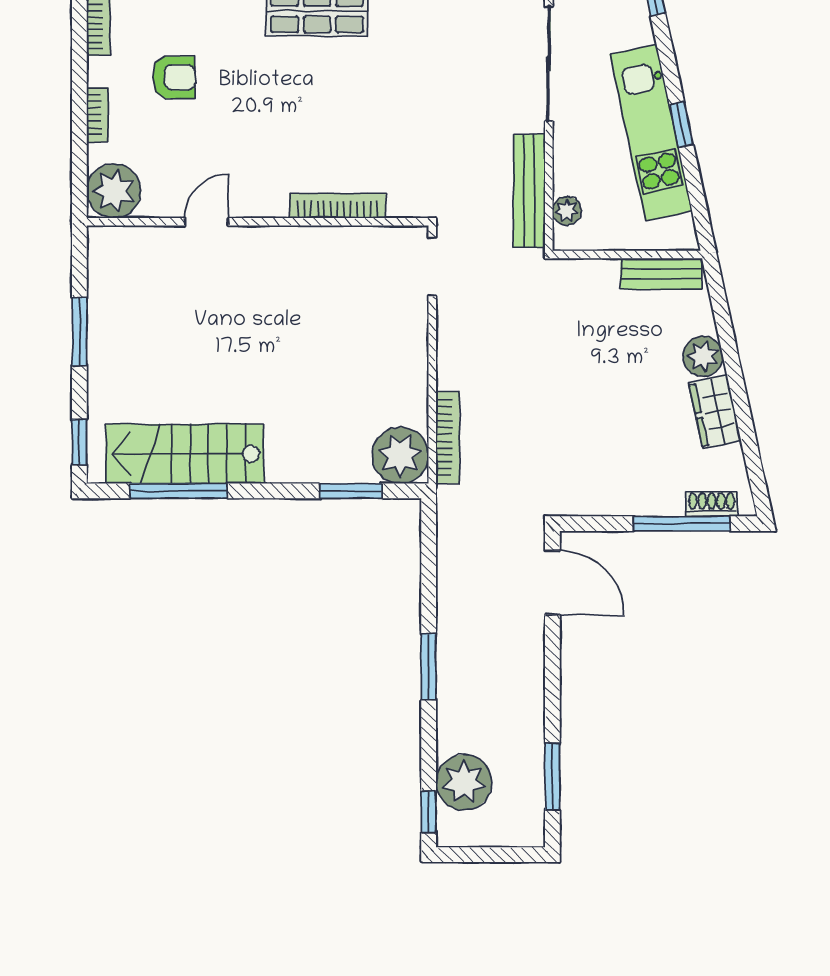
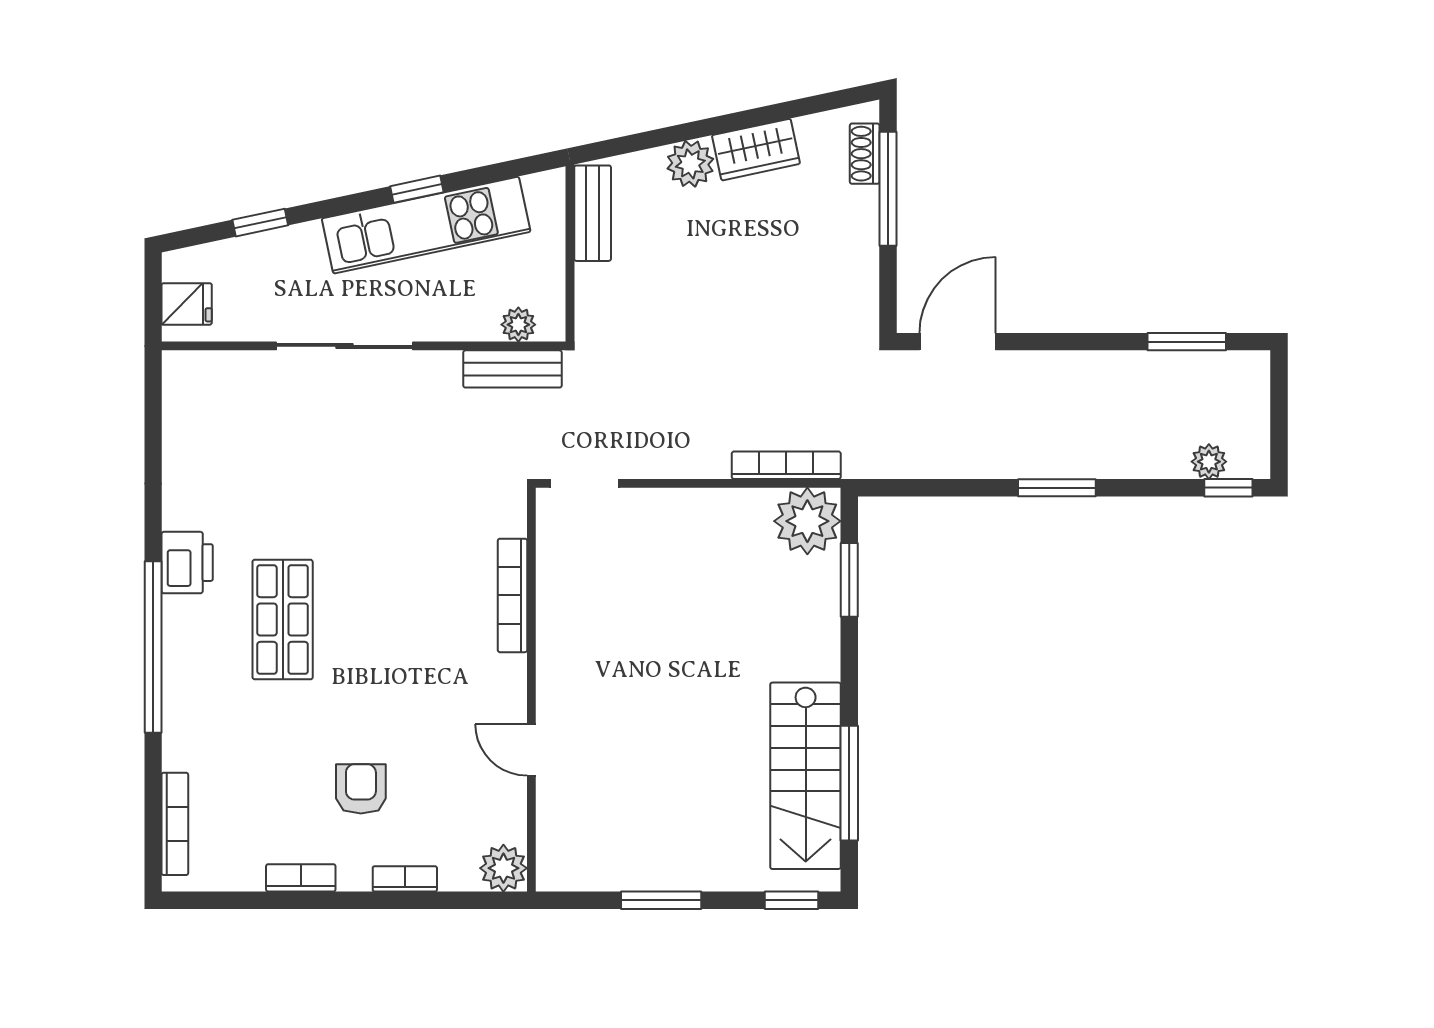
plant: (114, 191) -> (503, 868), width x0.73, depth x0.73
bench: (529, 191) -> (512, 369), width x0.73
plant: (464, 782) -> (1209, 462), width x0.53, depth x0.53

